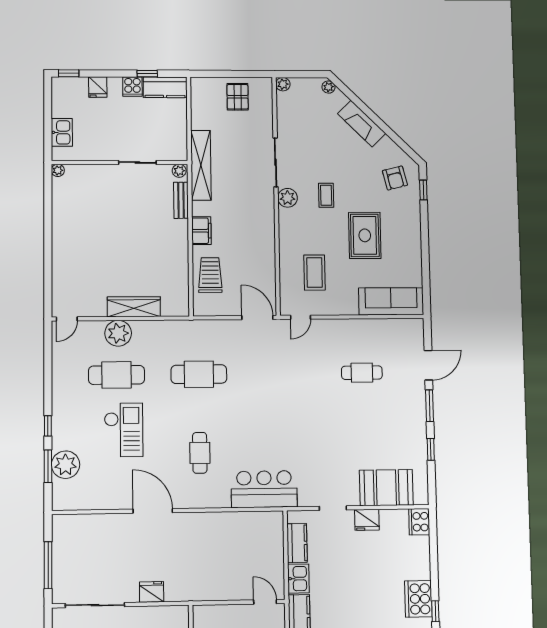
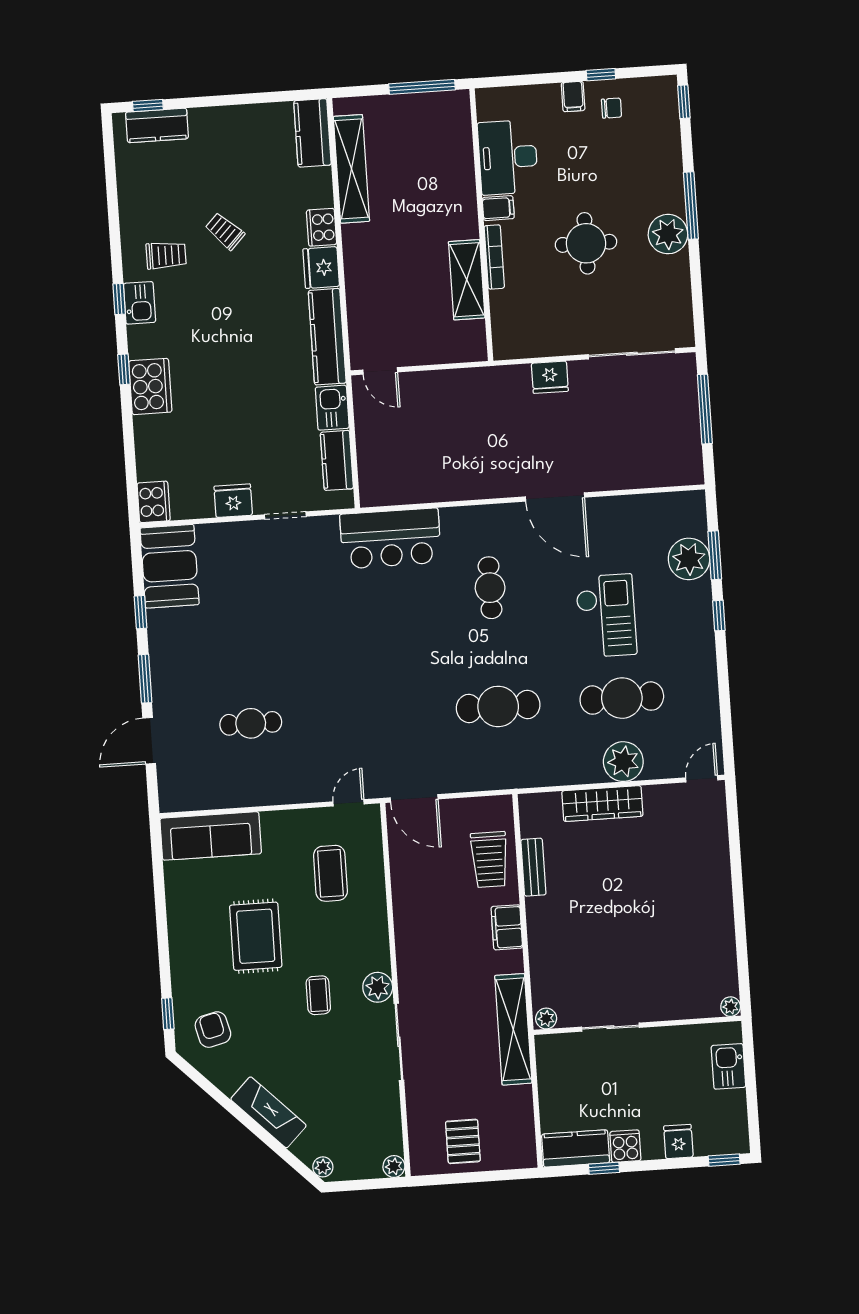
bench: (181, 200) -> (533, 867), moved
checkout: (124, 430) -> (606, 616), turned 180
booth: (386, 488) -> (170, 566), moved, turned 90

